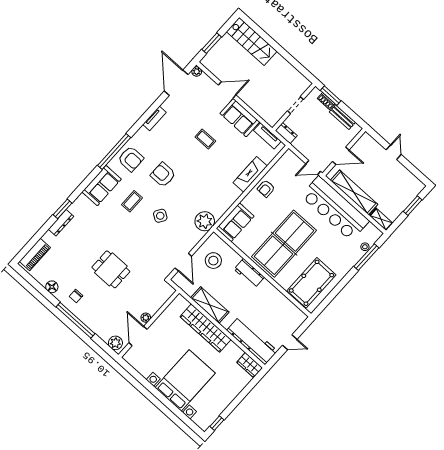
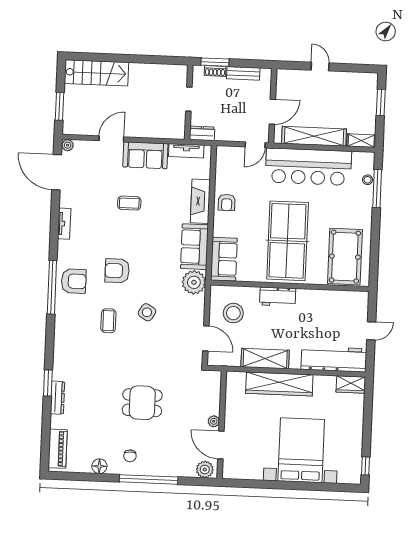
sofa: (102, 186) -> (194, 247), moved, turned 180

